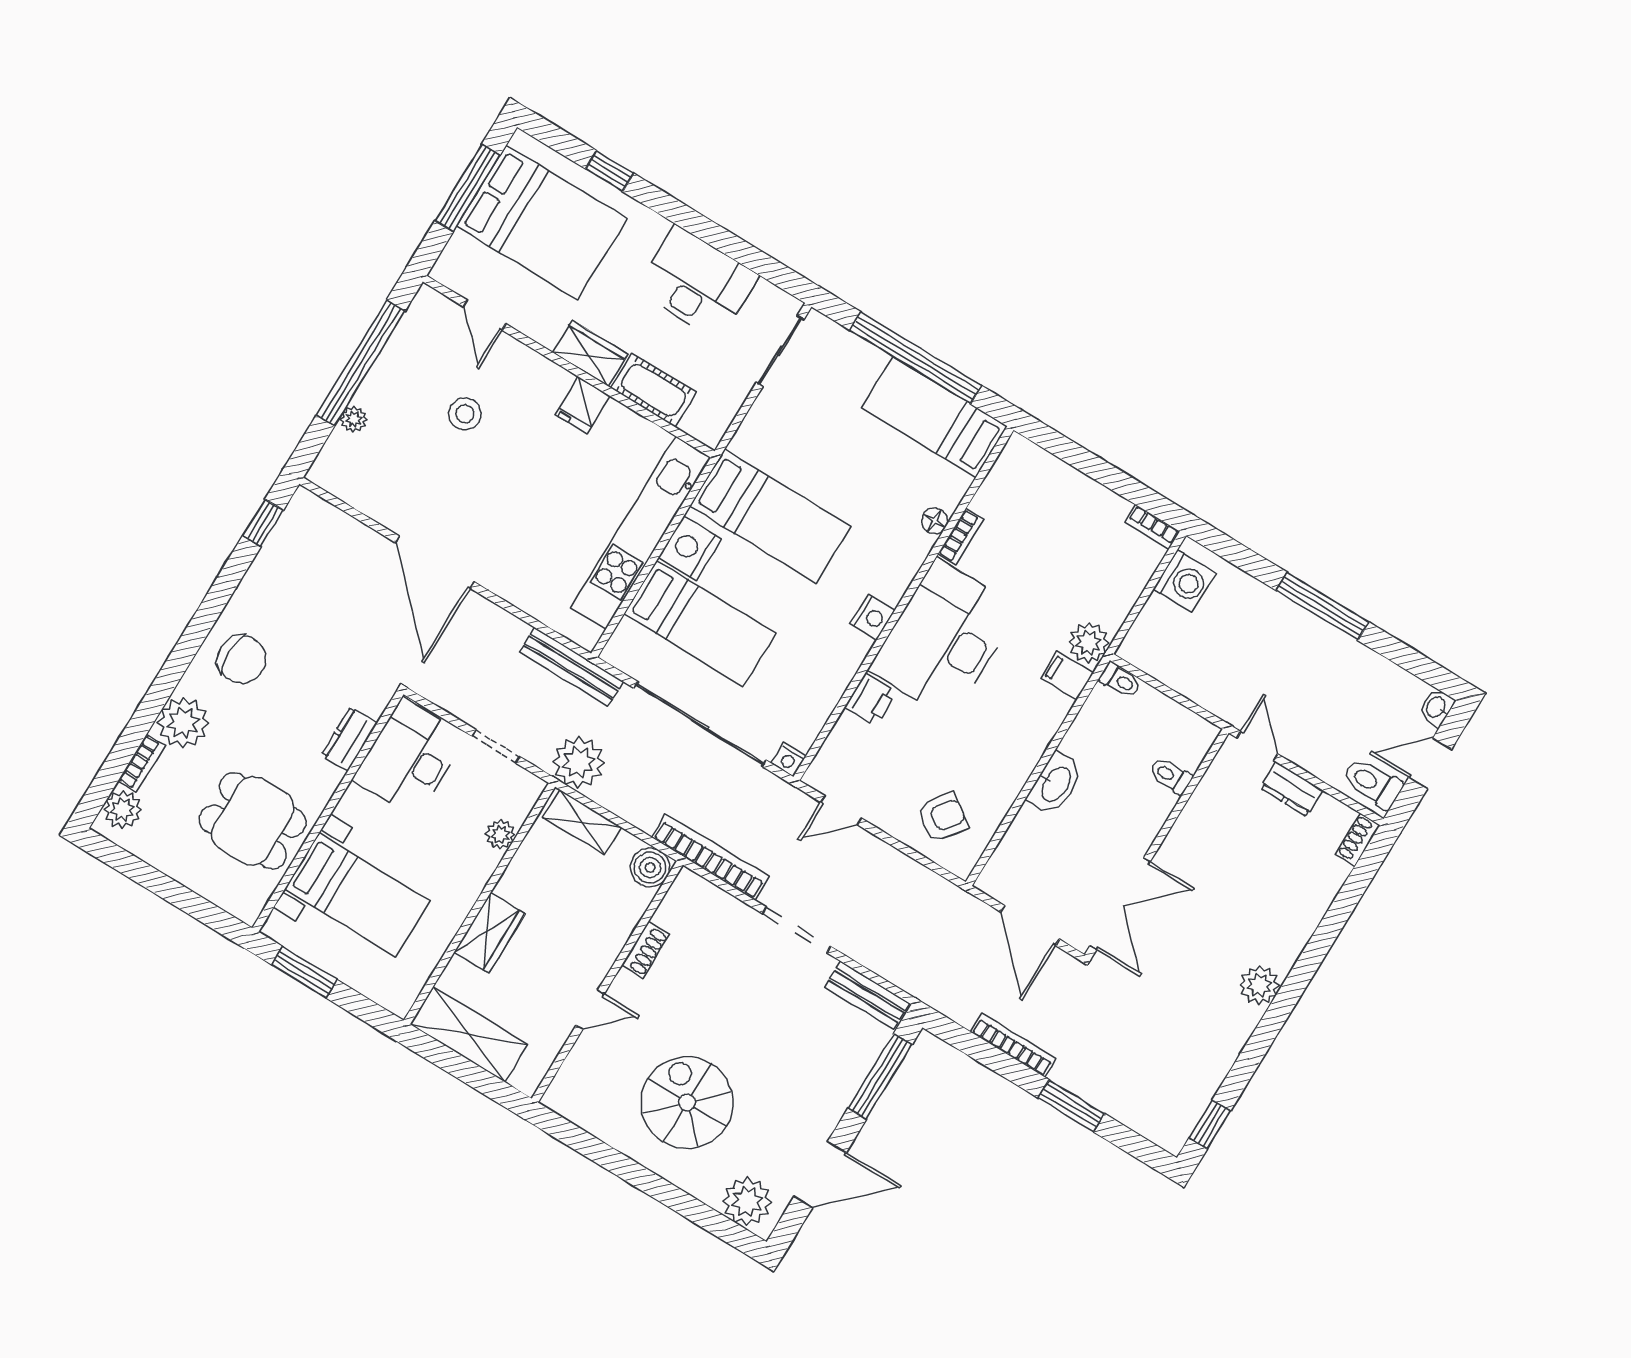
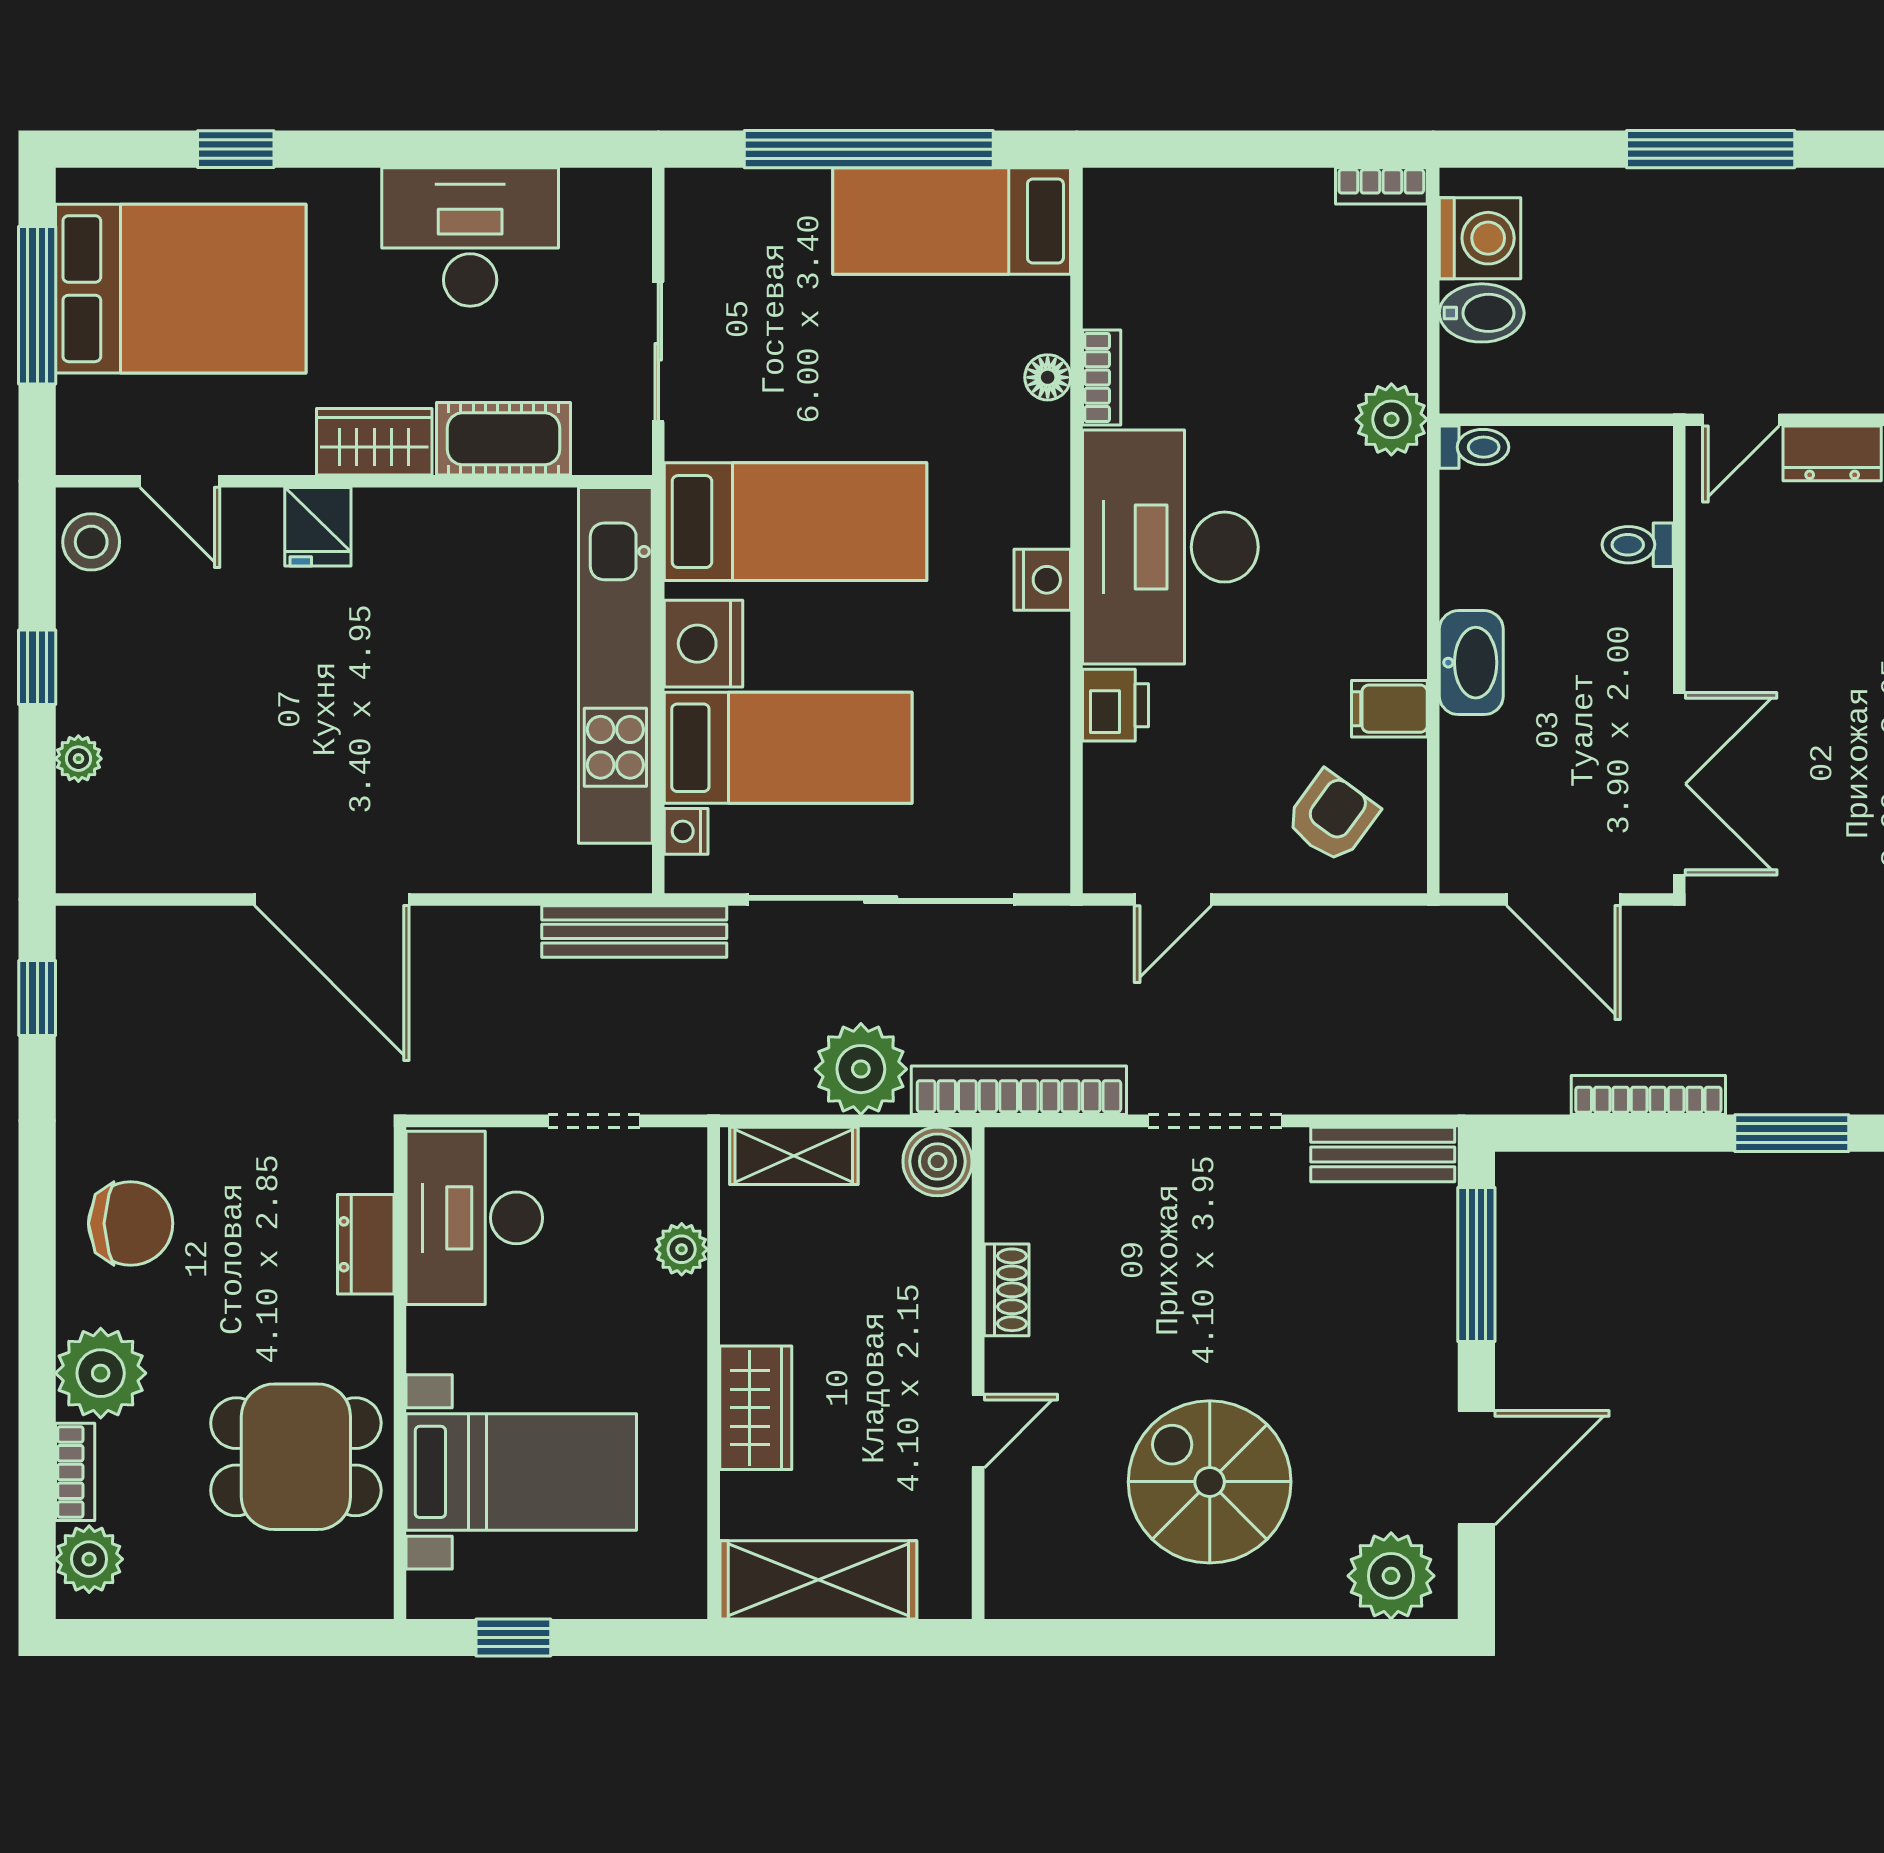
sliding door: (780, 351) -> (658, 352), moved
window: (361, 363) -> (37, 667), width x0.32
fridge: (583, 405) -> (318, 527), moved
stool: (465, 414) -> (91, 542), moved
bidet: (1163, 618) -> (1482, 313), added
filing cabinet: (1067, 675) -> (1389, 709), moved
door: (1257, 746) -> (1741, 420), swing flipped
nightstand: (789, 760) -> (686, 831), moved, turned 90
plant: (578, 762) -> (861, 1069), moved
window: (305, 972) -> (513, 1638), width x0.67

